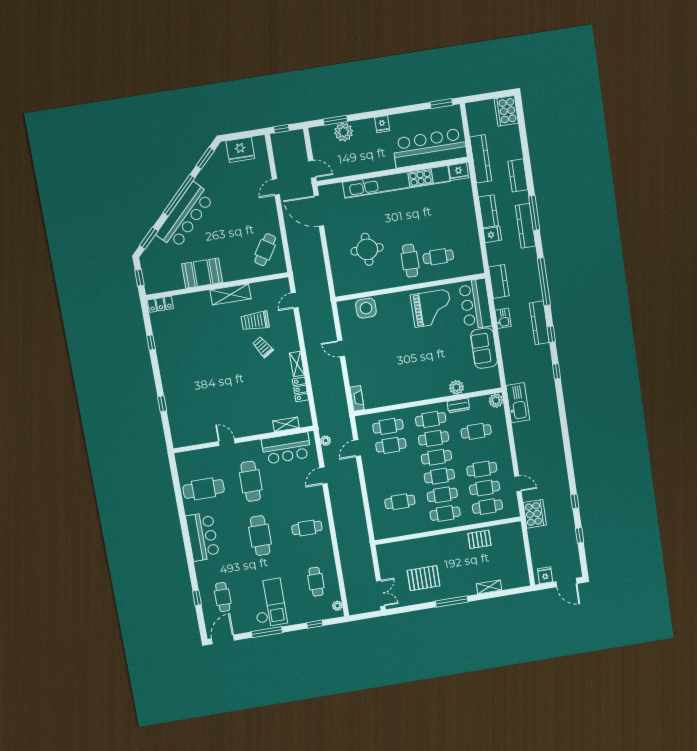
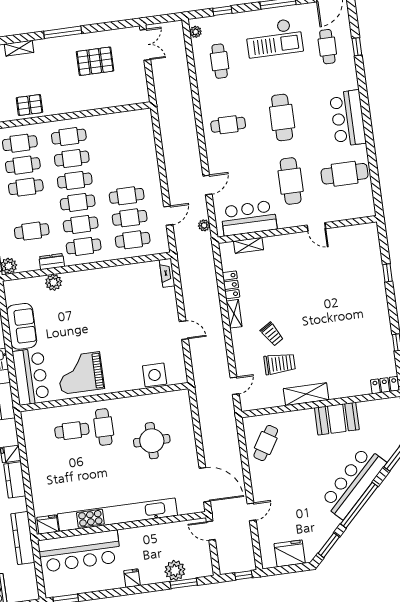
cafe table: (400, 502) -> (127, 196), moved
double door: (381, 593) -> (145, 45), swing flipped
checkout: (269, 603) -> (274, 38), turned -90

